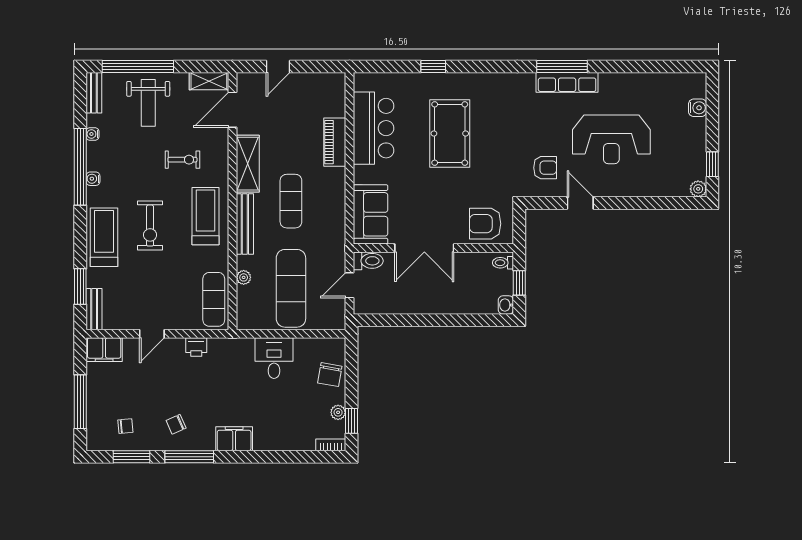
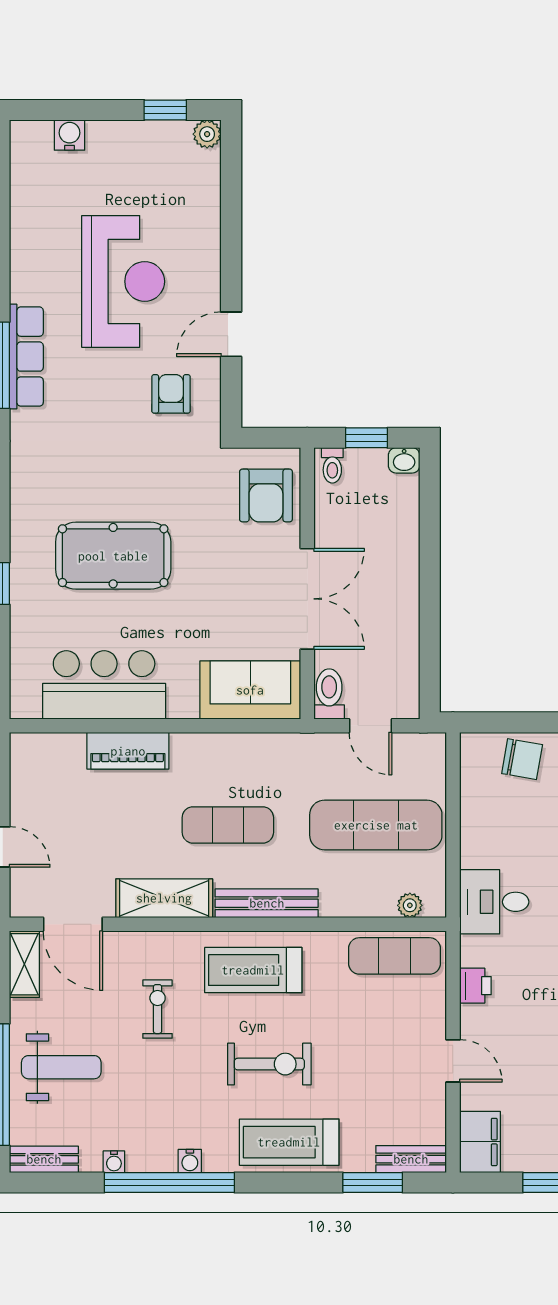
plant: (244, 277) -> (410, 905), moved
desk: (274, 358) -> (494, 902), moved

